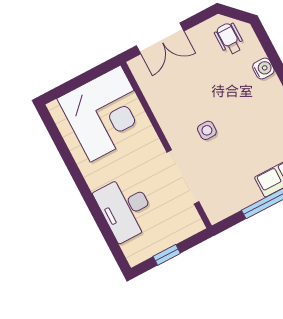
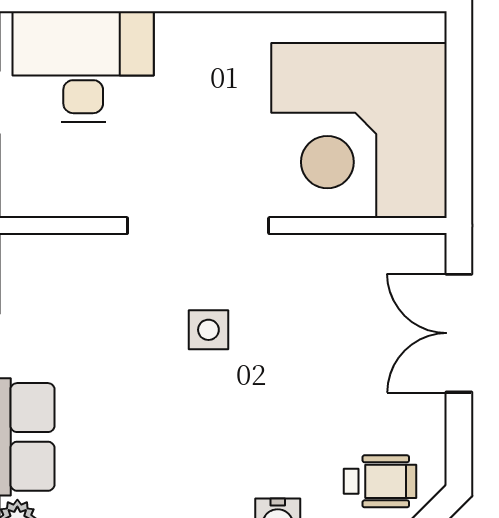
doorway: (183, 177) -> (198, 226), moved
desk: (125, 208) -> (83, 67), moved

